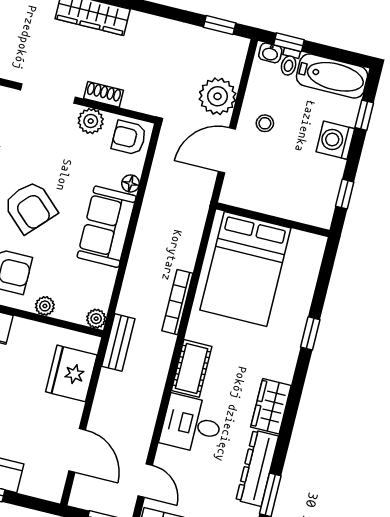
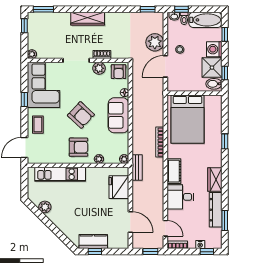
armchair: (129, 138) -> (119, 72), turned -90
shower: (321, 176) -> (212, 68), added
bidet: (317, 211) -> (214, 84), added

